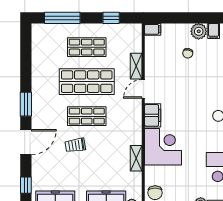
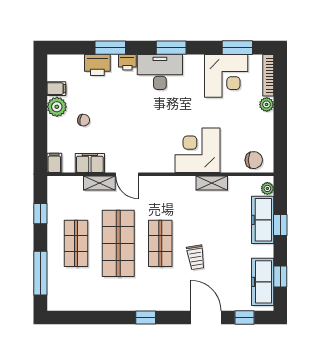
window: (26, 104) -> (146, 318), width x0.67
filing cabinet: (153, 115) -> (90, 163), moved
door: (26, 142) -> (206, 318), moved

